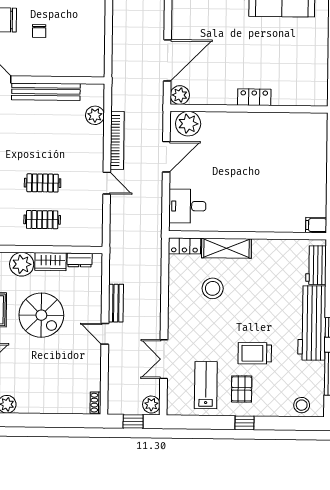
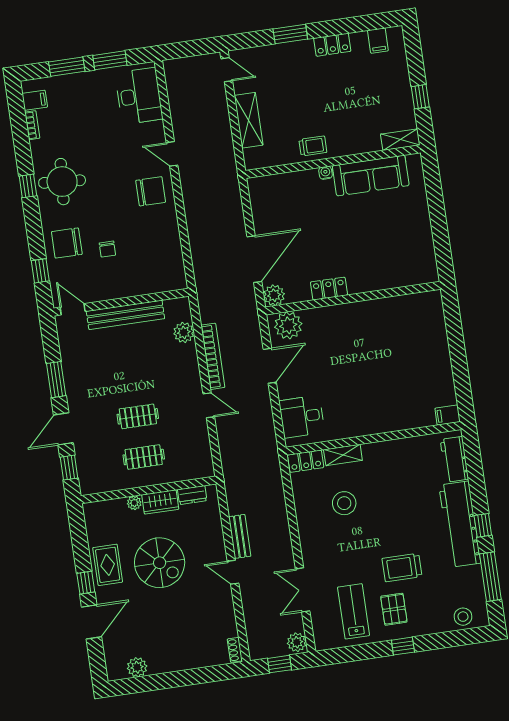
locker: (254, 97) -> (329, 289), moved
shelving: (226, 248) -> (343, 455), width x0.67, depth x0.75
plant: (22, 264) -> (134, 503), width x0.53, depth x0.53

